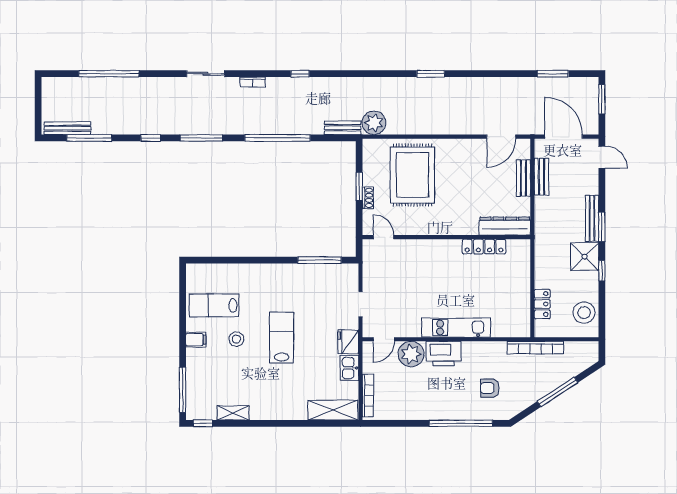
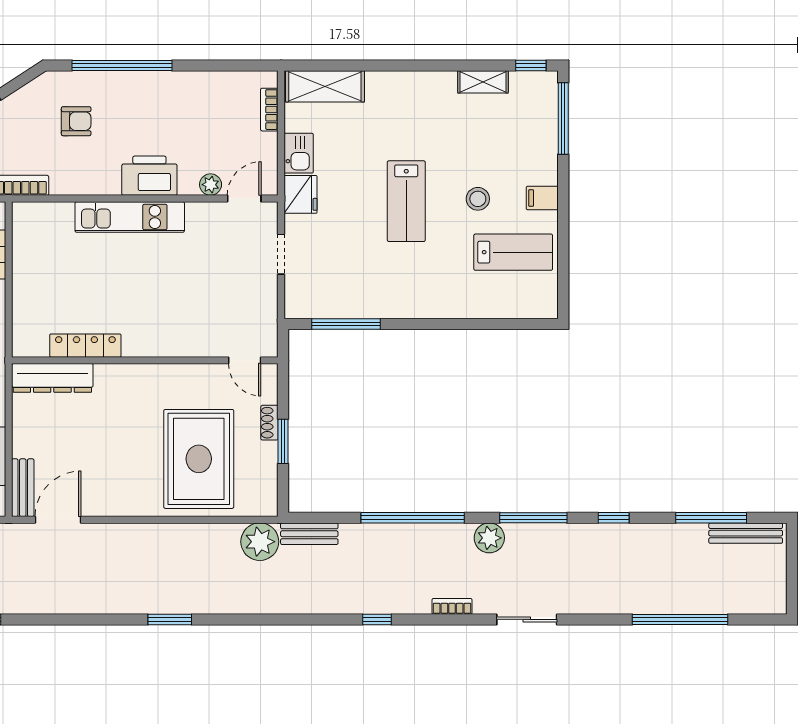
plant: (229, 125) -> (489, 538), added
bench: (523, 178) -> (23, 488), moved
plant: (411, 354) -> (211, 185), width x0.53, depth x0.53
bookcase: (368, 395) -> (269, 110), width x0.64

